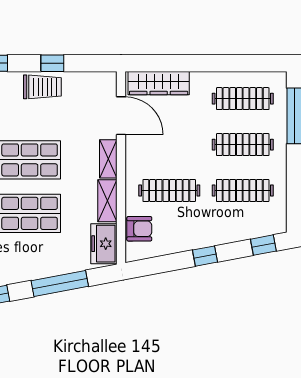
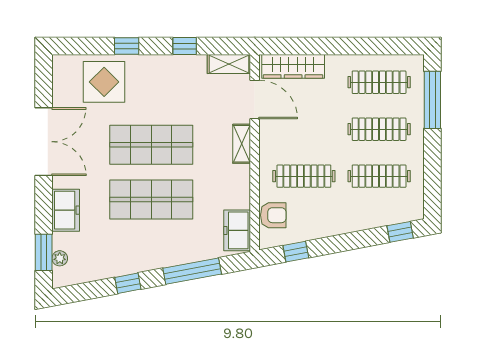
trolley: (42, 87) -> (174, 70), removed
shelving: (107, 201) -> (229, 64), moved, turned 90
window: (205, 256) -> (296, 252), moved

